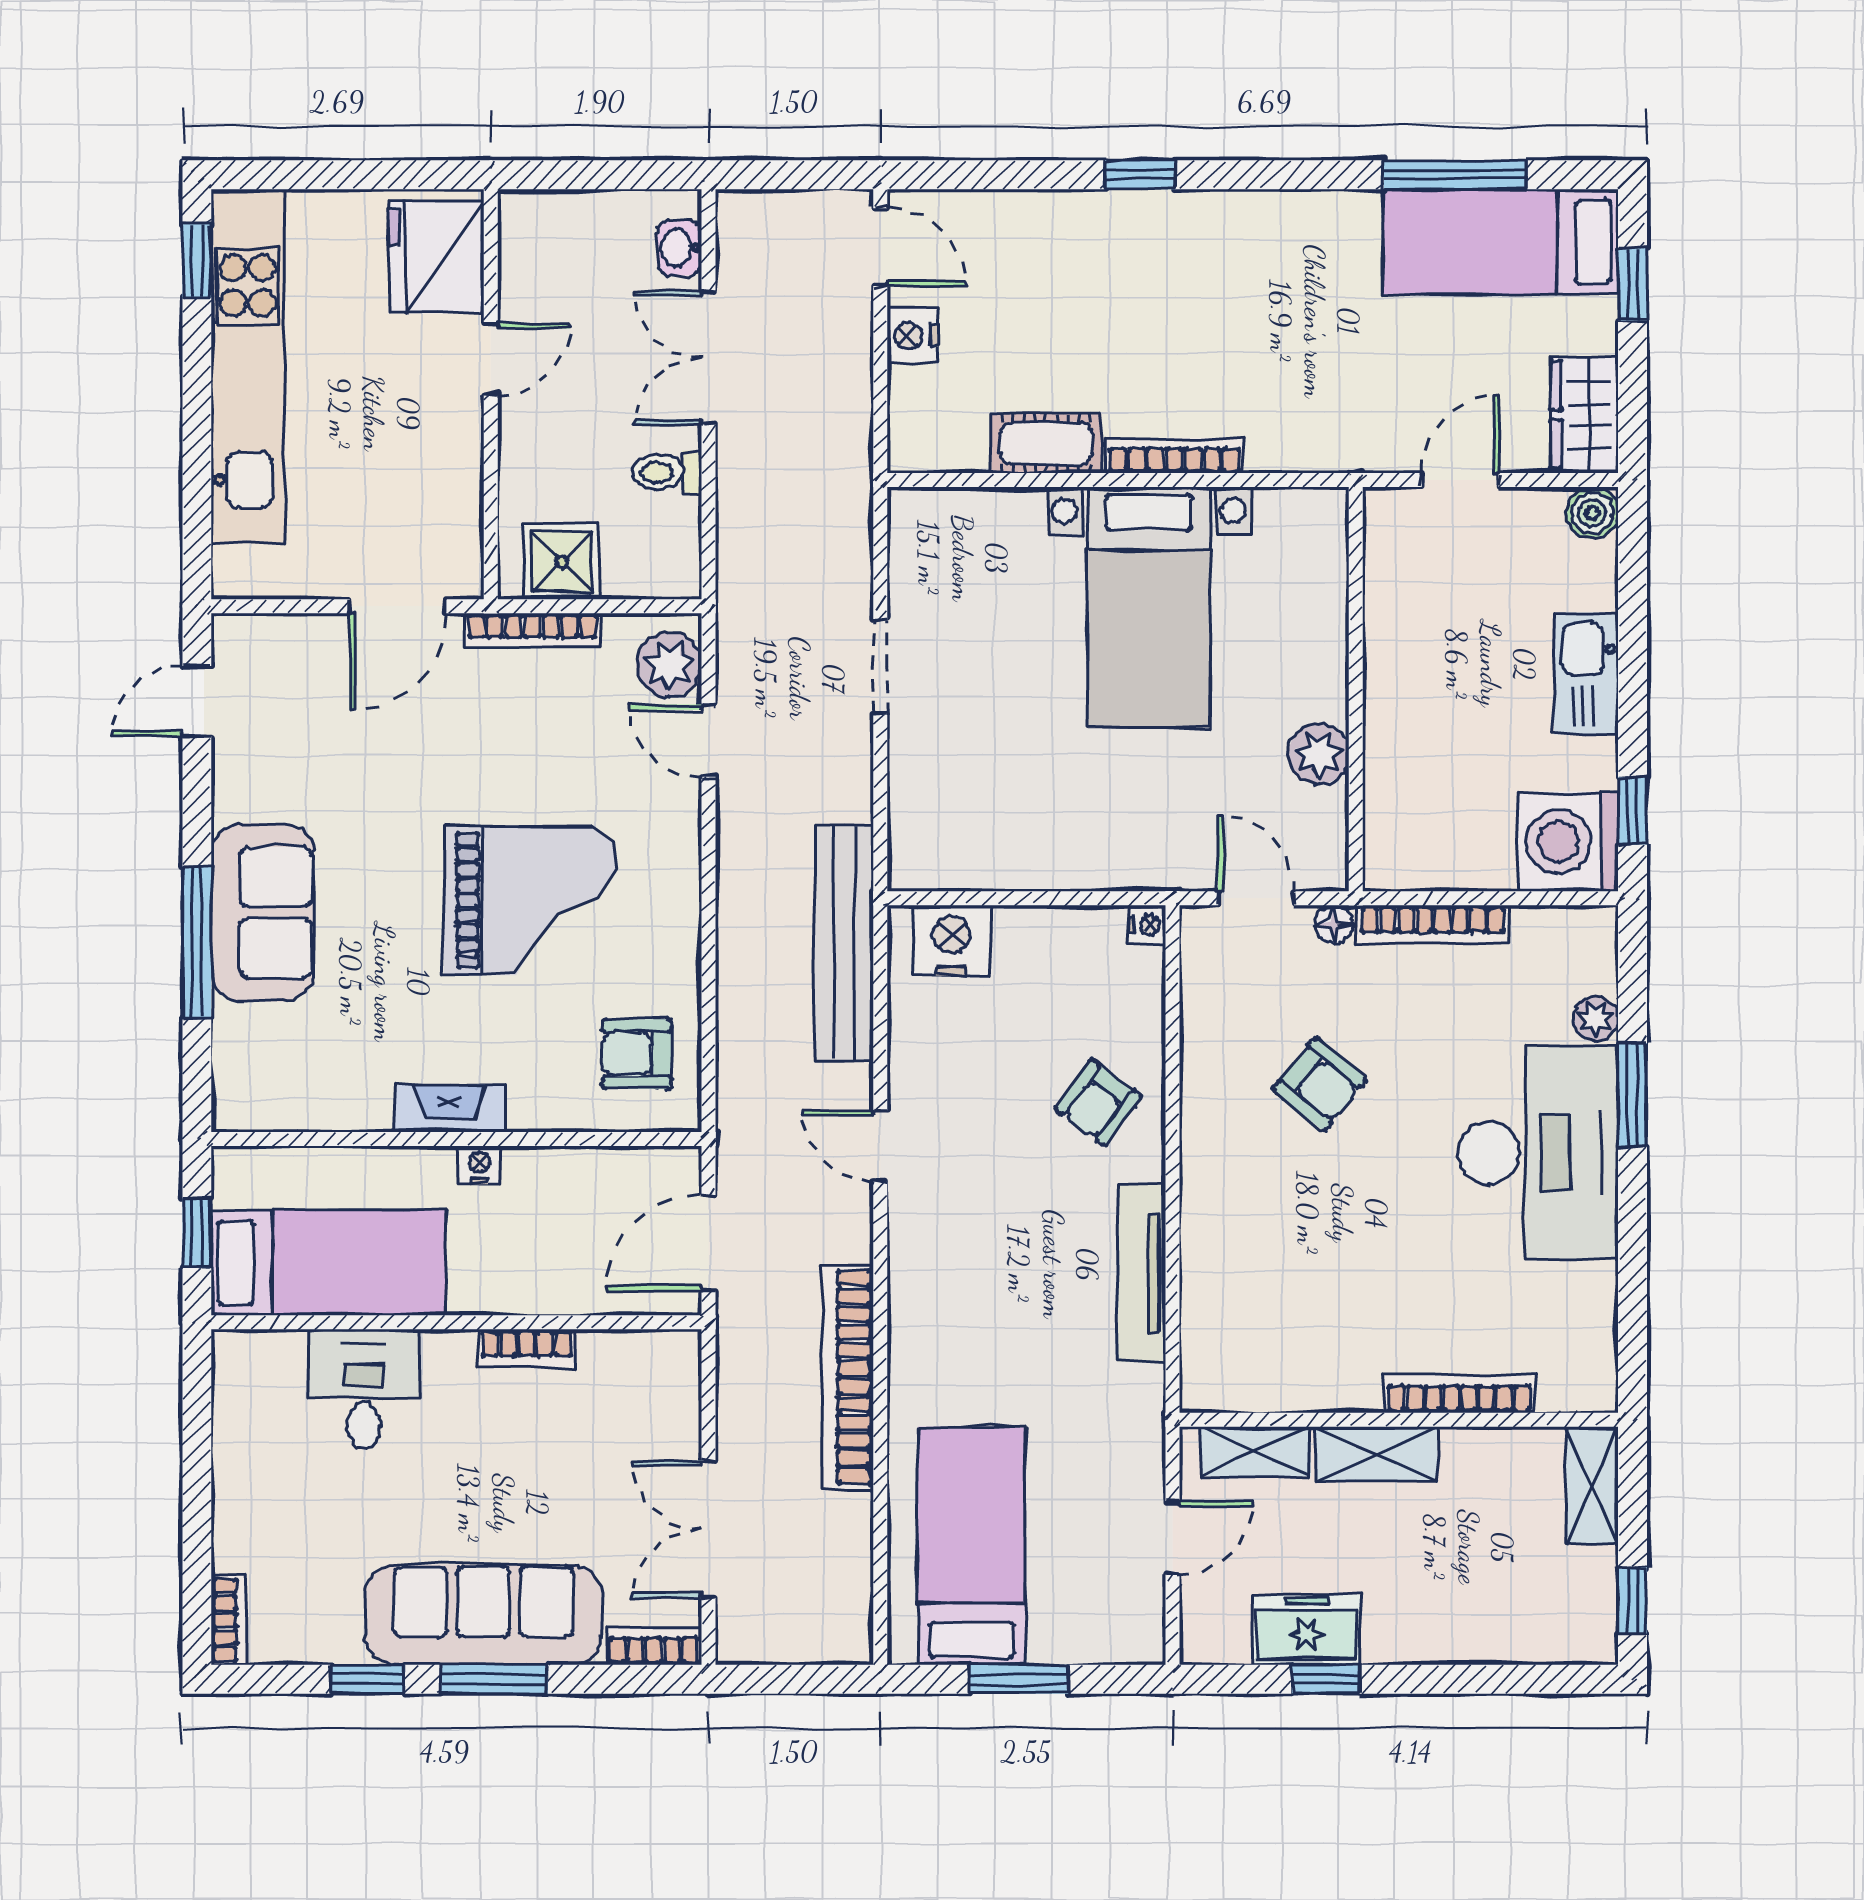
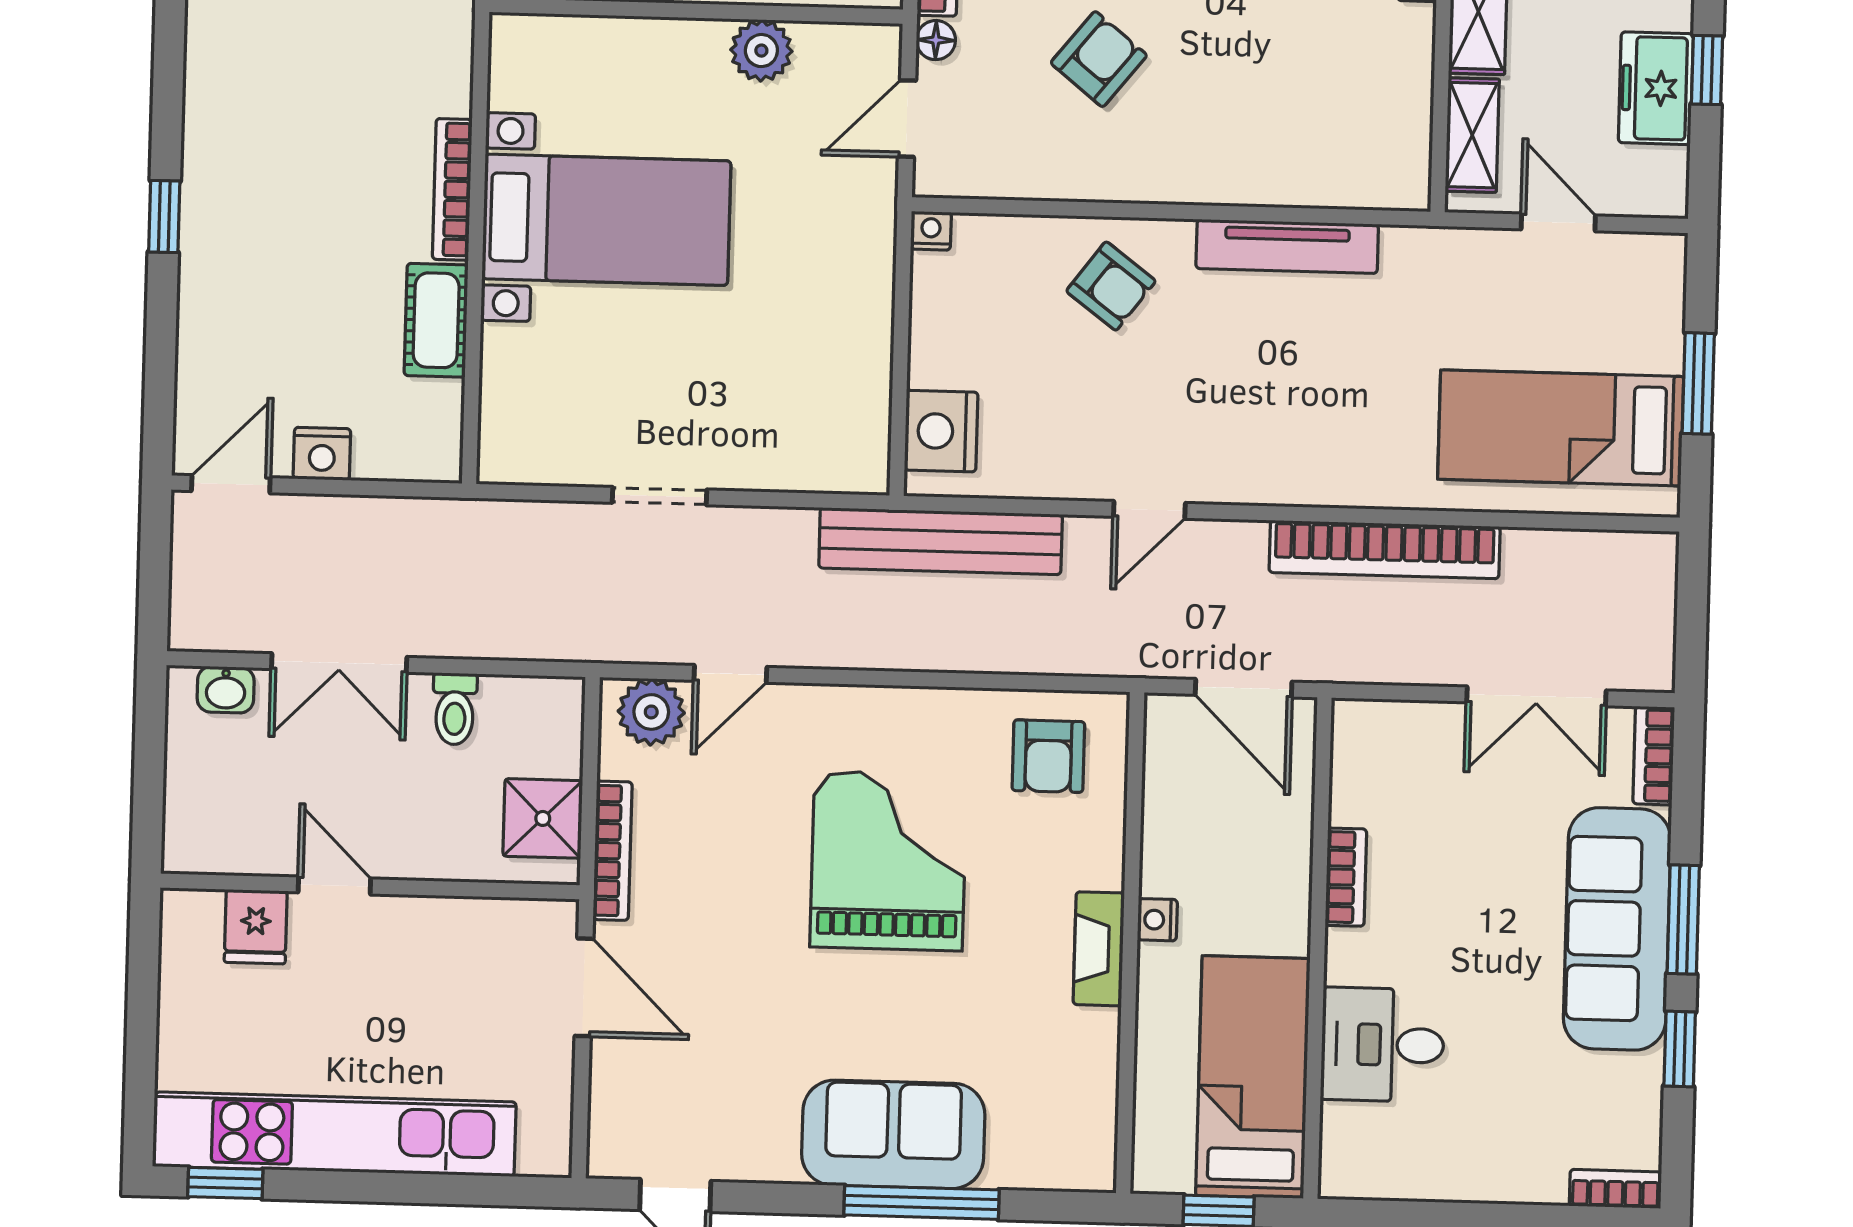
fridge: (436, 257) -> (256, 927), width x0.53, depth x0.75

